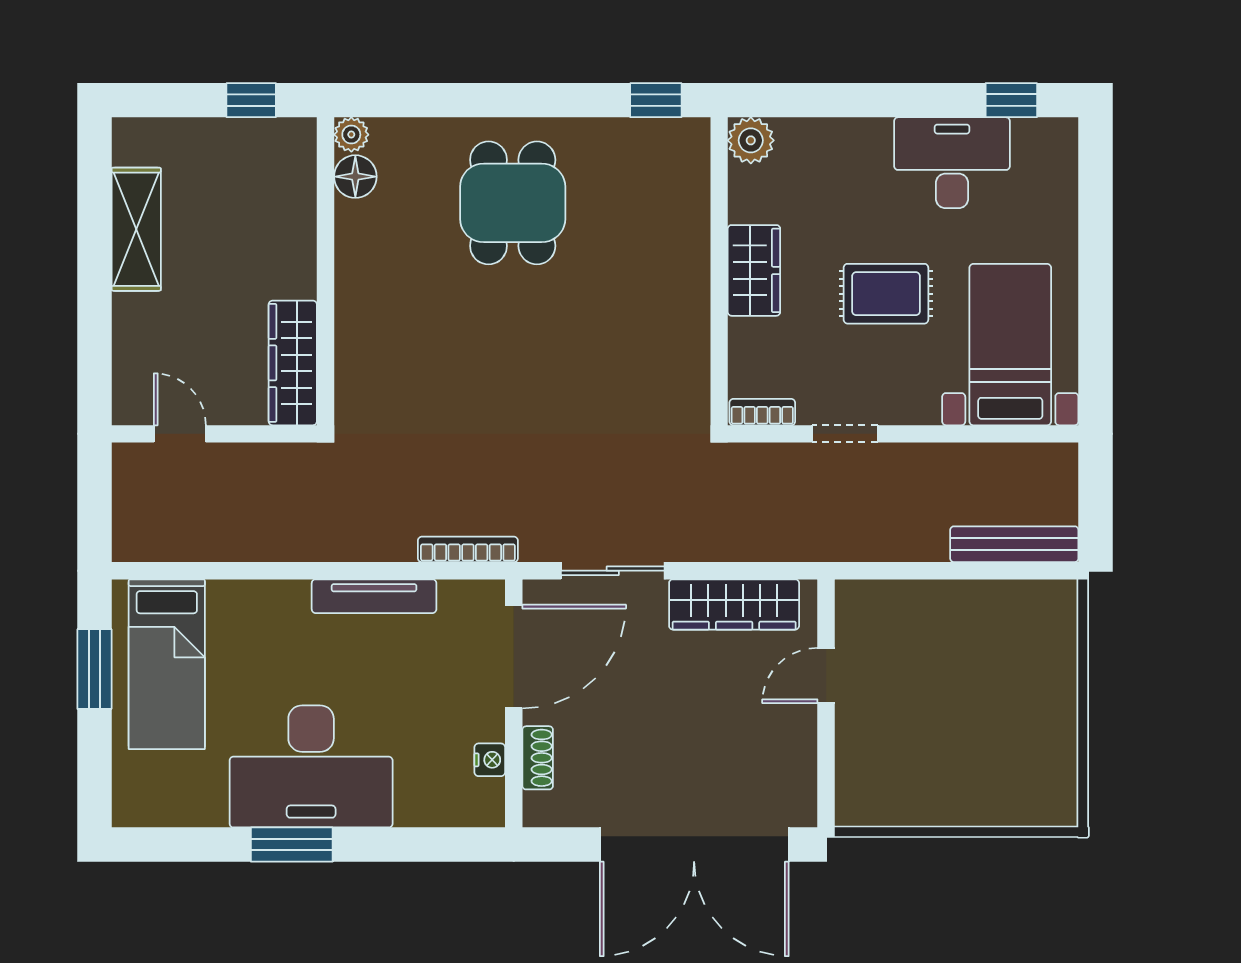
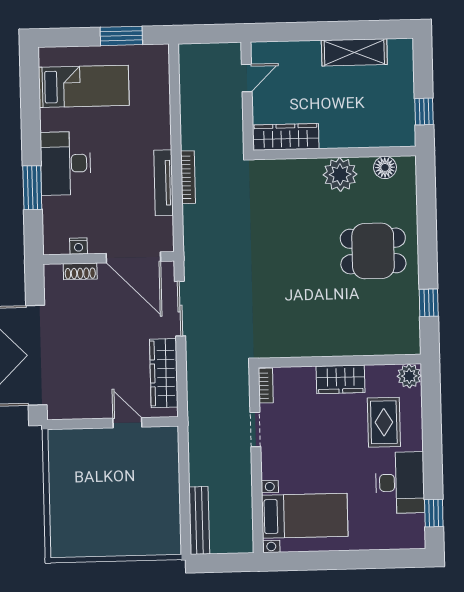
window: (656, 100) -> (429, 303), moved
plant: (351, 135) -> (340, 174), moved, width x1.87, depth x1.87
rug: (886, 294) -> (384, 422), moved
bookcase: (468, 549) -> (188, 177), moved
bed: (167, 664) -> (84, 86), moved, turned 180
desk: (311, 766) -> (66, 163), width x0.73, depth x0.77
window: (292, 845) -> (32, 188), moved

